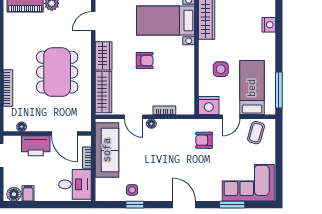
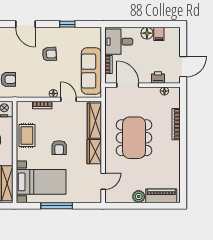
armchair: (145, 61) -> (59, 148), turned -90
rug: (182, 75) -> (27, 135), added
printer: (36, 146) -> (158, 77), width x0.53, depth x0.68
armchair: (156, 170) -> (49, 54), added
side table: (132, 190) -> (70, 37), removed
floor lamp: (14, 194) -> (147, 33), moved

